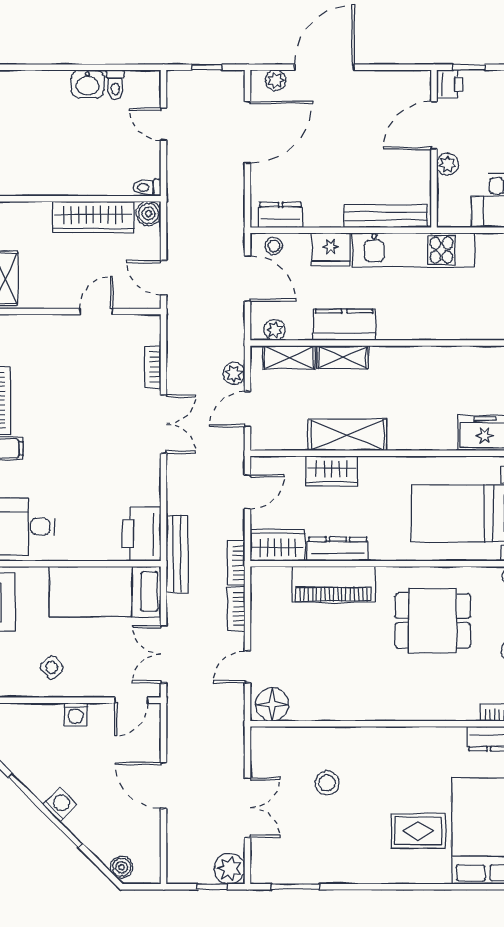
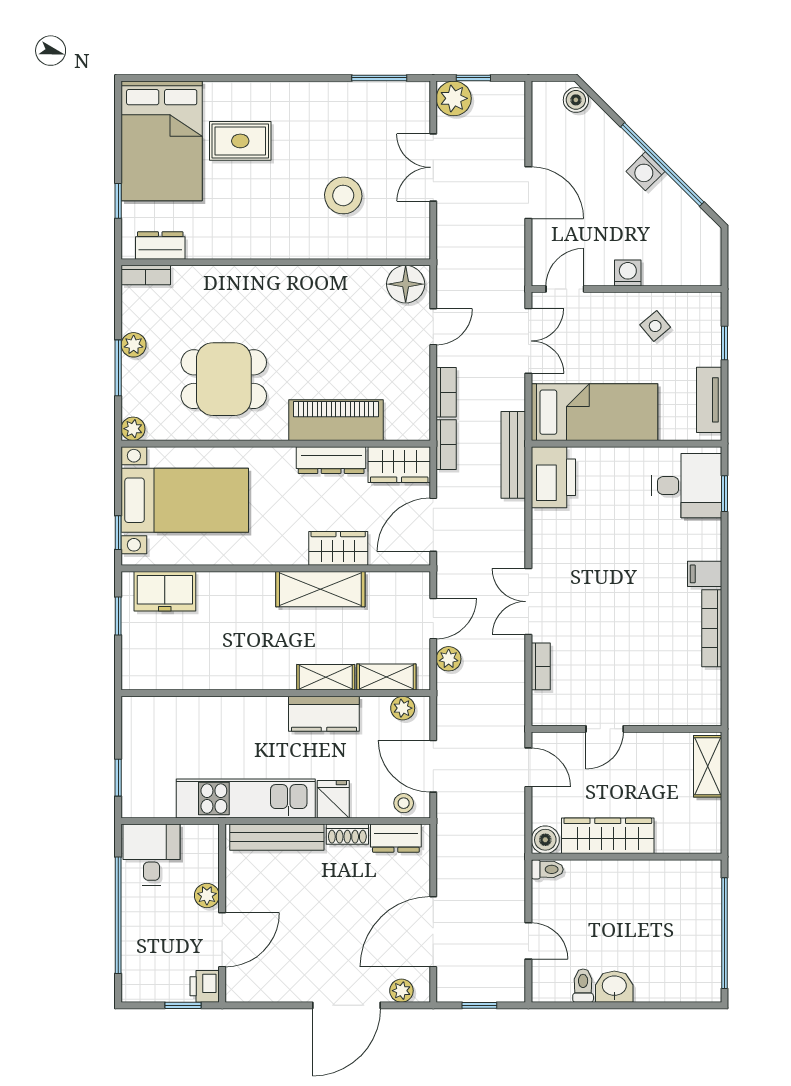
shoe rack: (323, 219) -> (347, 834), added
fridge: (331, 249) -> (333, 799), width x0.72
door: (248, 492) -> (433, 525), width x1.38
stool: (327, 783) -> (343, 195), width x1.38, depth x1.38

